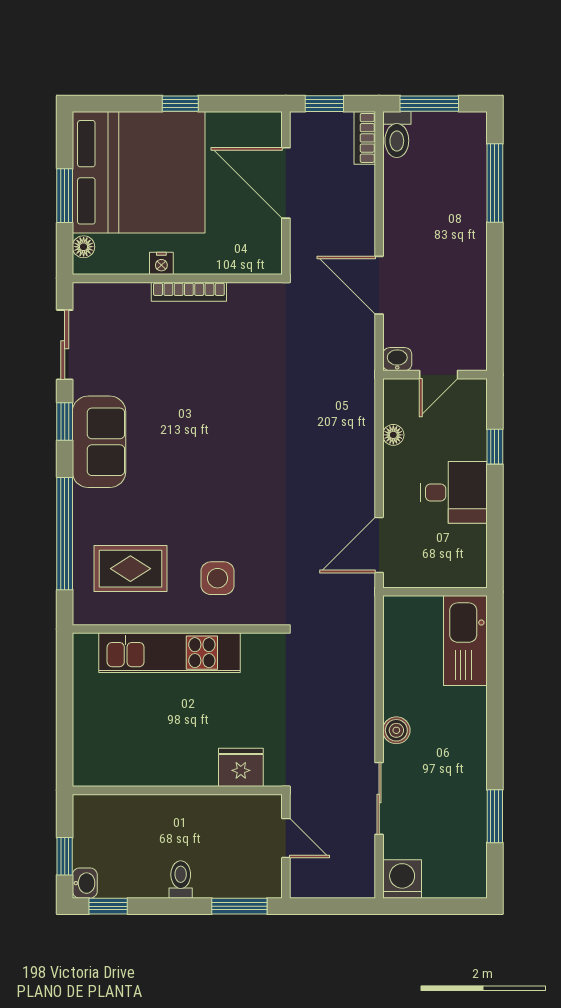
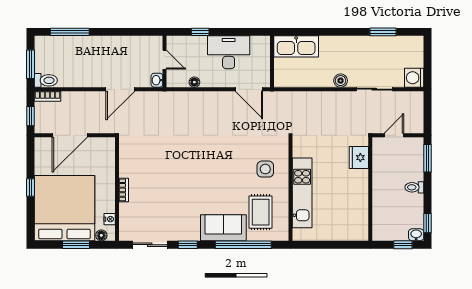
nightstand: (161, 263) -> (110, 219), moved
bookcase: (189, 292) -> (124, 190), width x0.64
sofa: (99, 442) -> (223, 228), moved
desk: (454, 492) -> (229, 52), width x1.37

